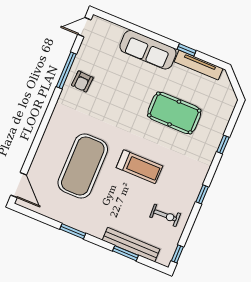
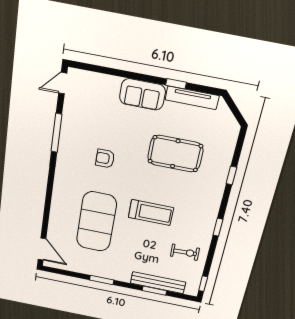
sofa: (148, 50) -> (142, 94), width x0.73
armchair: (82, 81) -> (105, 158), moved, turned 87

